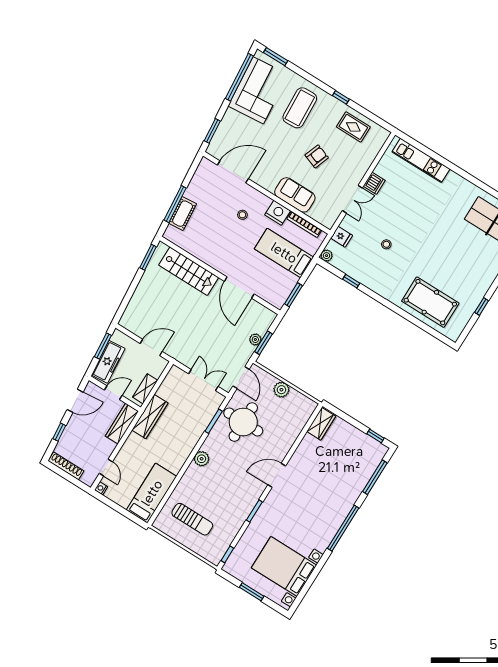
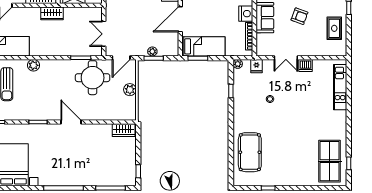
bed: (284, 253) -> (203, 46), moved, turned 90
double door: (203, 380) -> (104, 34), swing flipped
wardrobe: (150, 417) -> (52, 13), width x0.67
plant: (202, 459) -> (33, 65), moved

